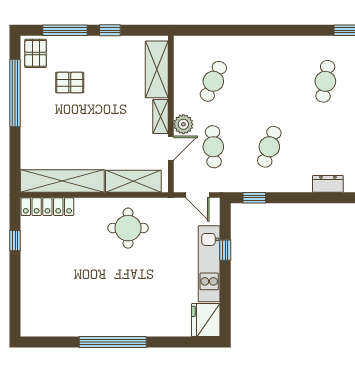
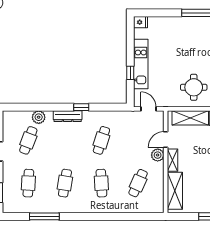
cafe table: (213, 147) -> (101, 183), moved
dresser: (328, 184) -> (68, 116), width x1.44
window: (254, 198) -> (81, 107), moved
fridge: (206, 320) -> (141, 22), width x0.53, depth x0.75

